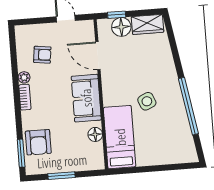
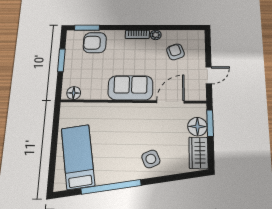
window: (117, 15) -> (210, 123), width x1.50
armchair: (42, 55) -> (175, 52), turned 153
side table: (147, 101) -> (151, 159), moved
floor lamp: (95, 134) -> (74, 93), moved
bed: (120, 137) -> (78, 157), moved, turned -100

